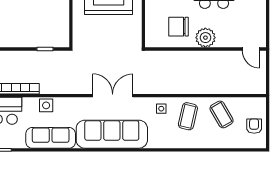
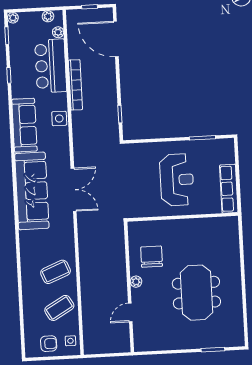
plant: (205, 38) -> (136, 282), width x0.53, depth x0.53
door: (251, 49) -> (130, 312), moved
side table: (161, 109) -> (70, 341), moved
coffee table: (188, 116) -> (56, 272), turned -35

